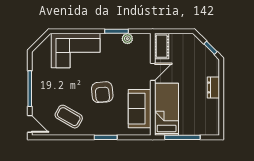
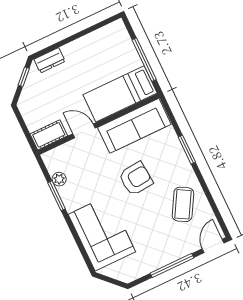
dresser: (213, 87) -> (50, 60), moved
sofa: (140, 109) -> (134, 126), width x1.36

